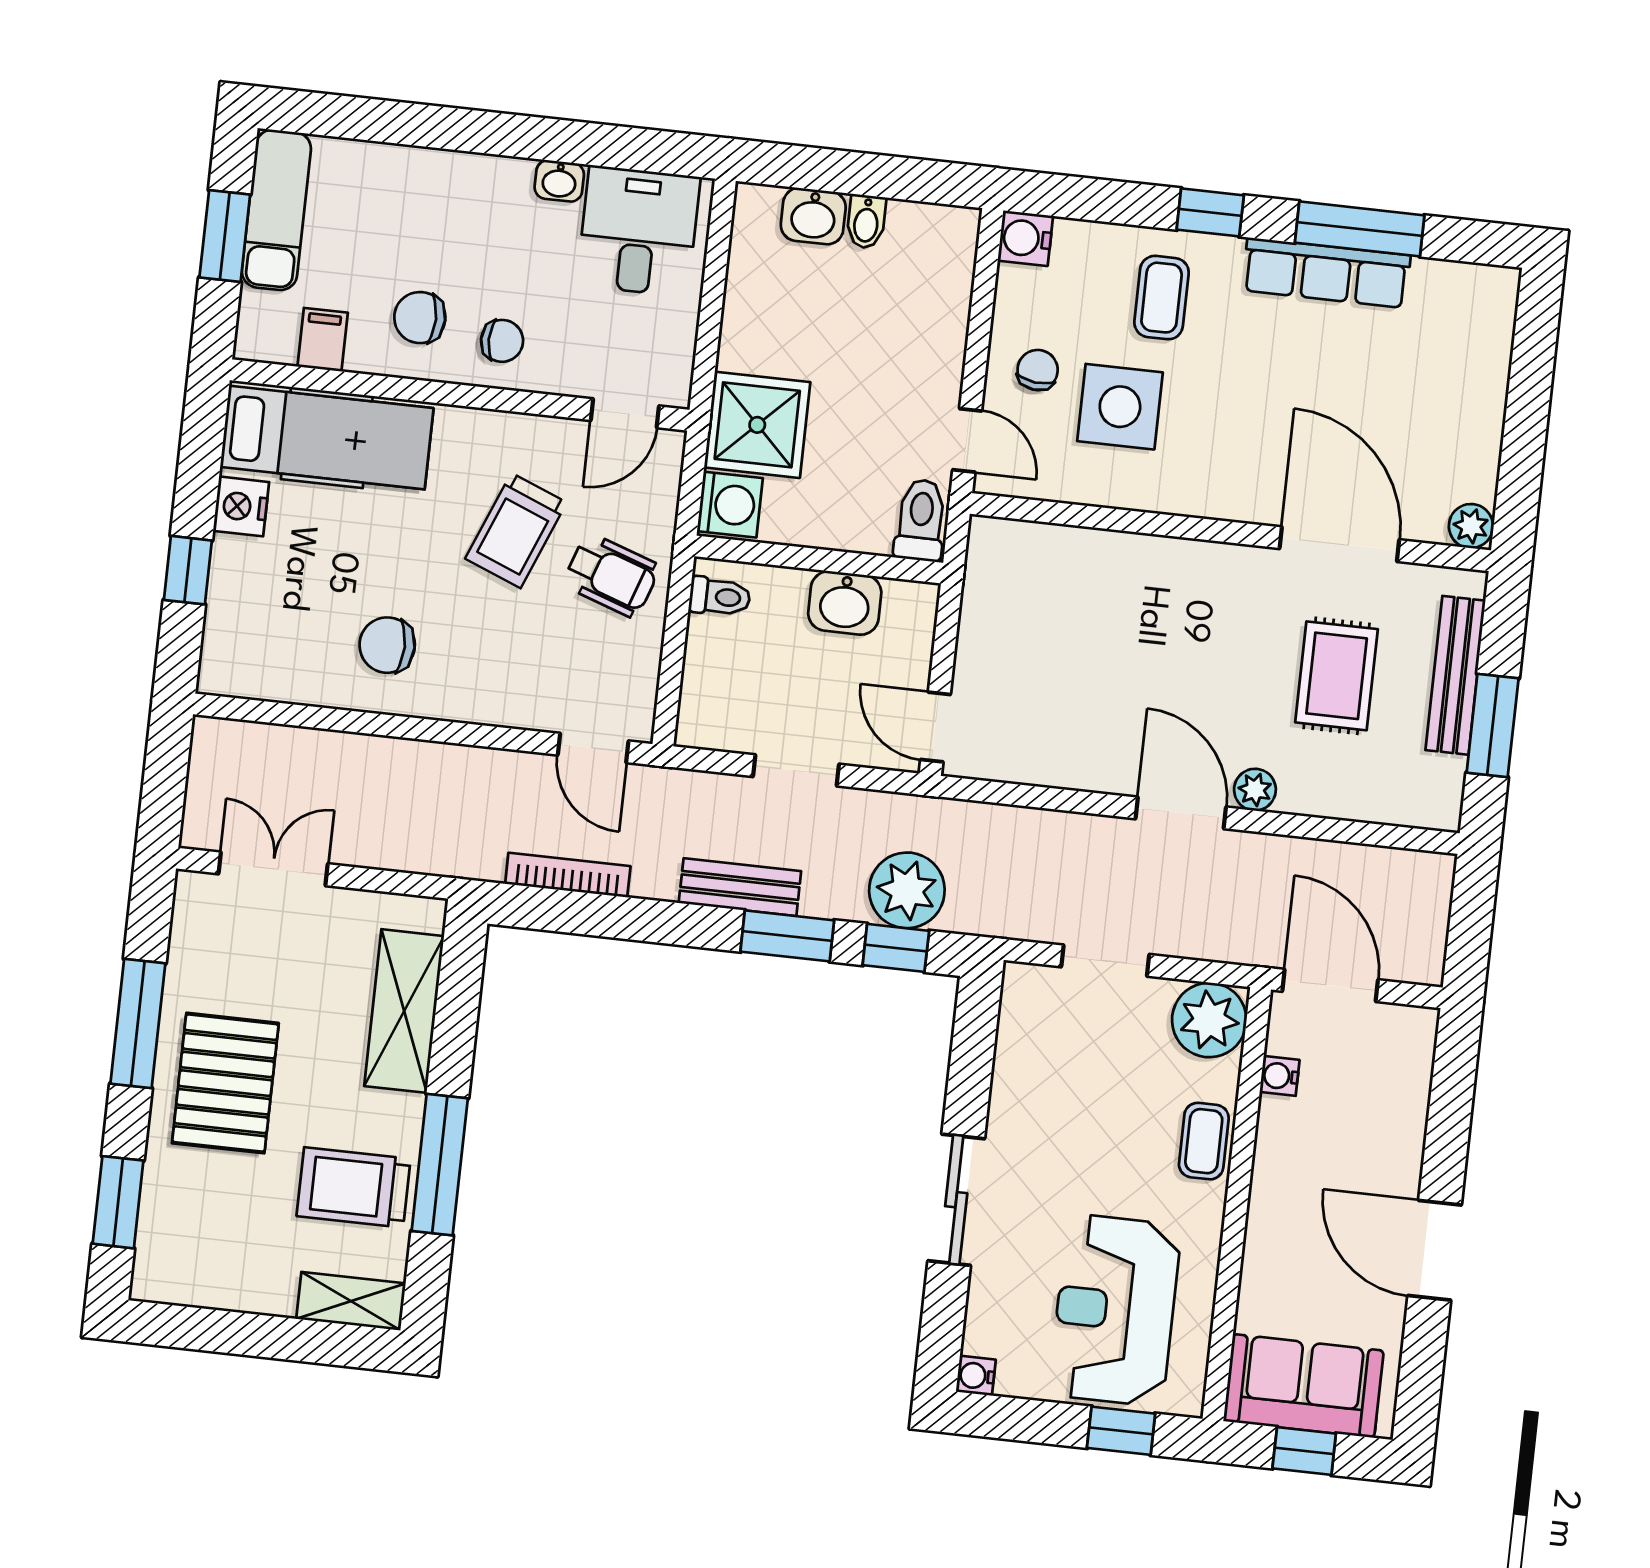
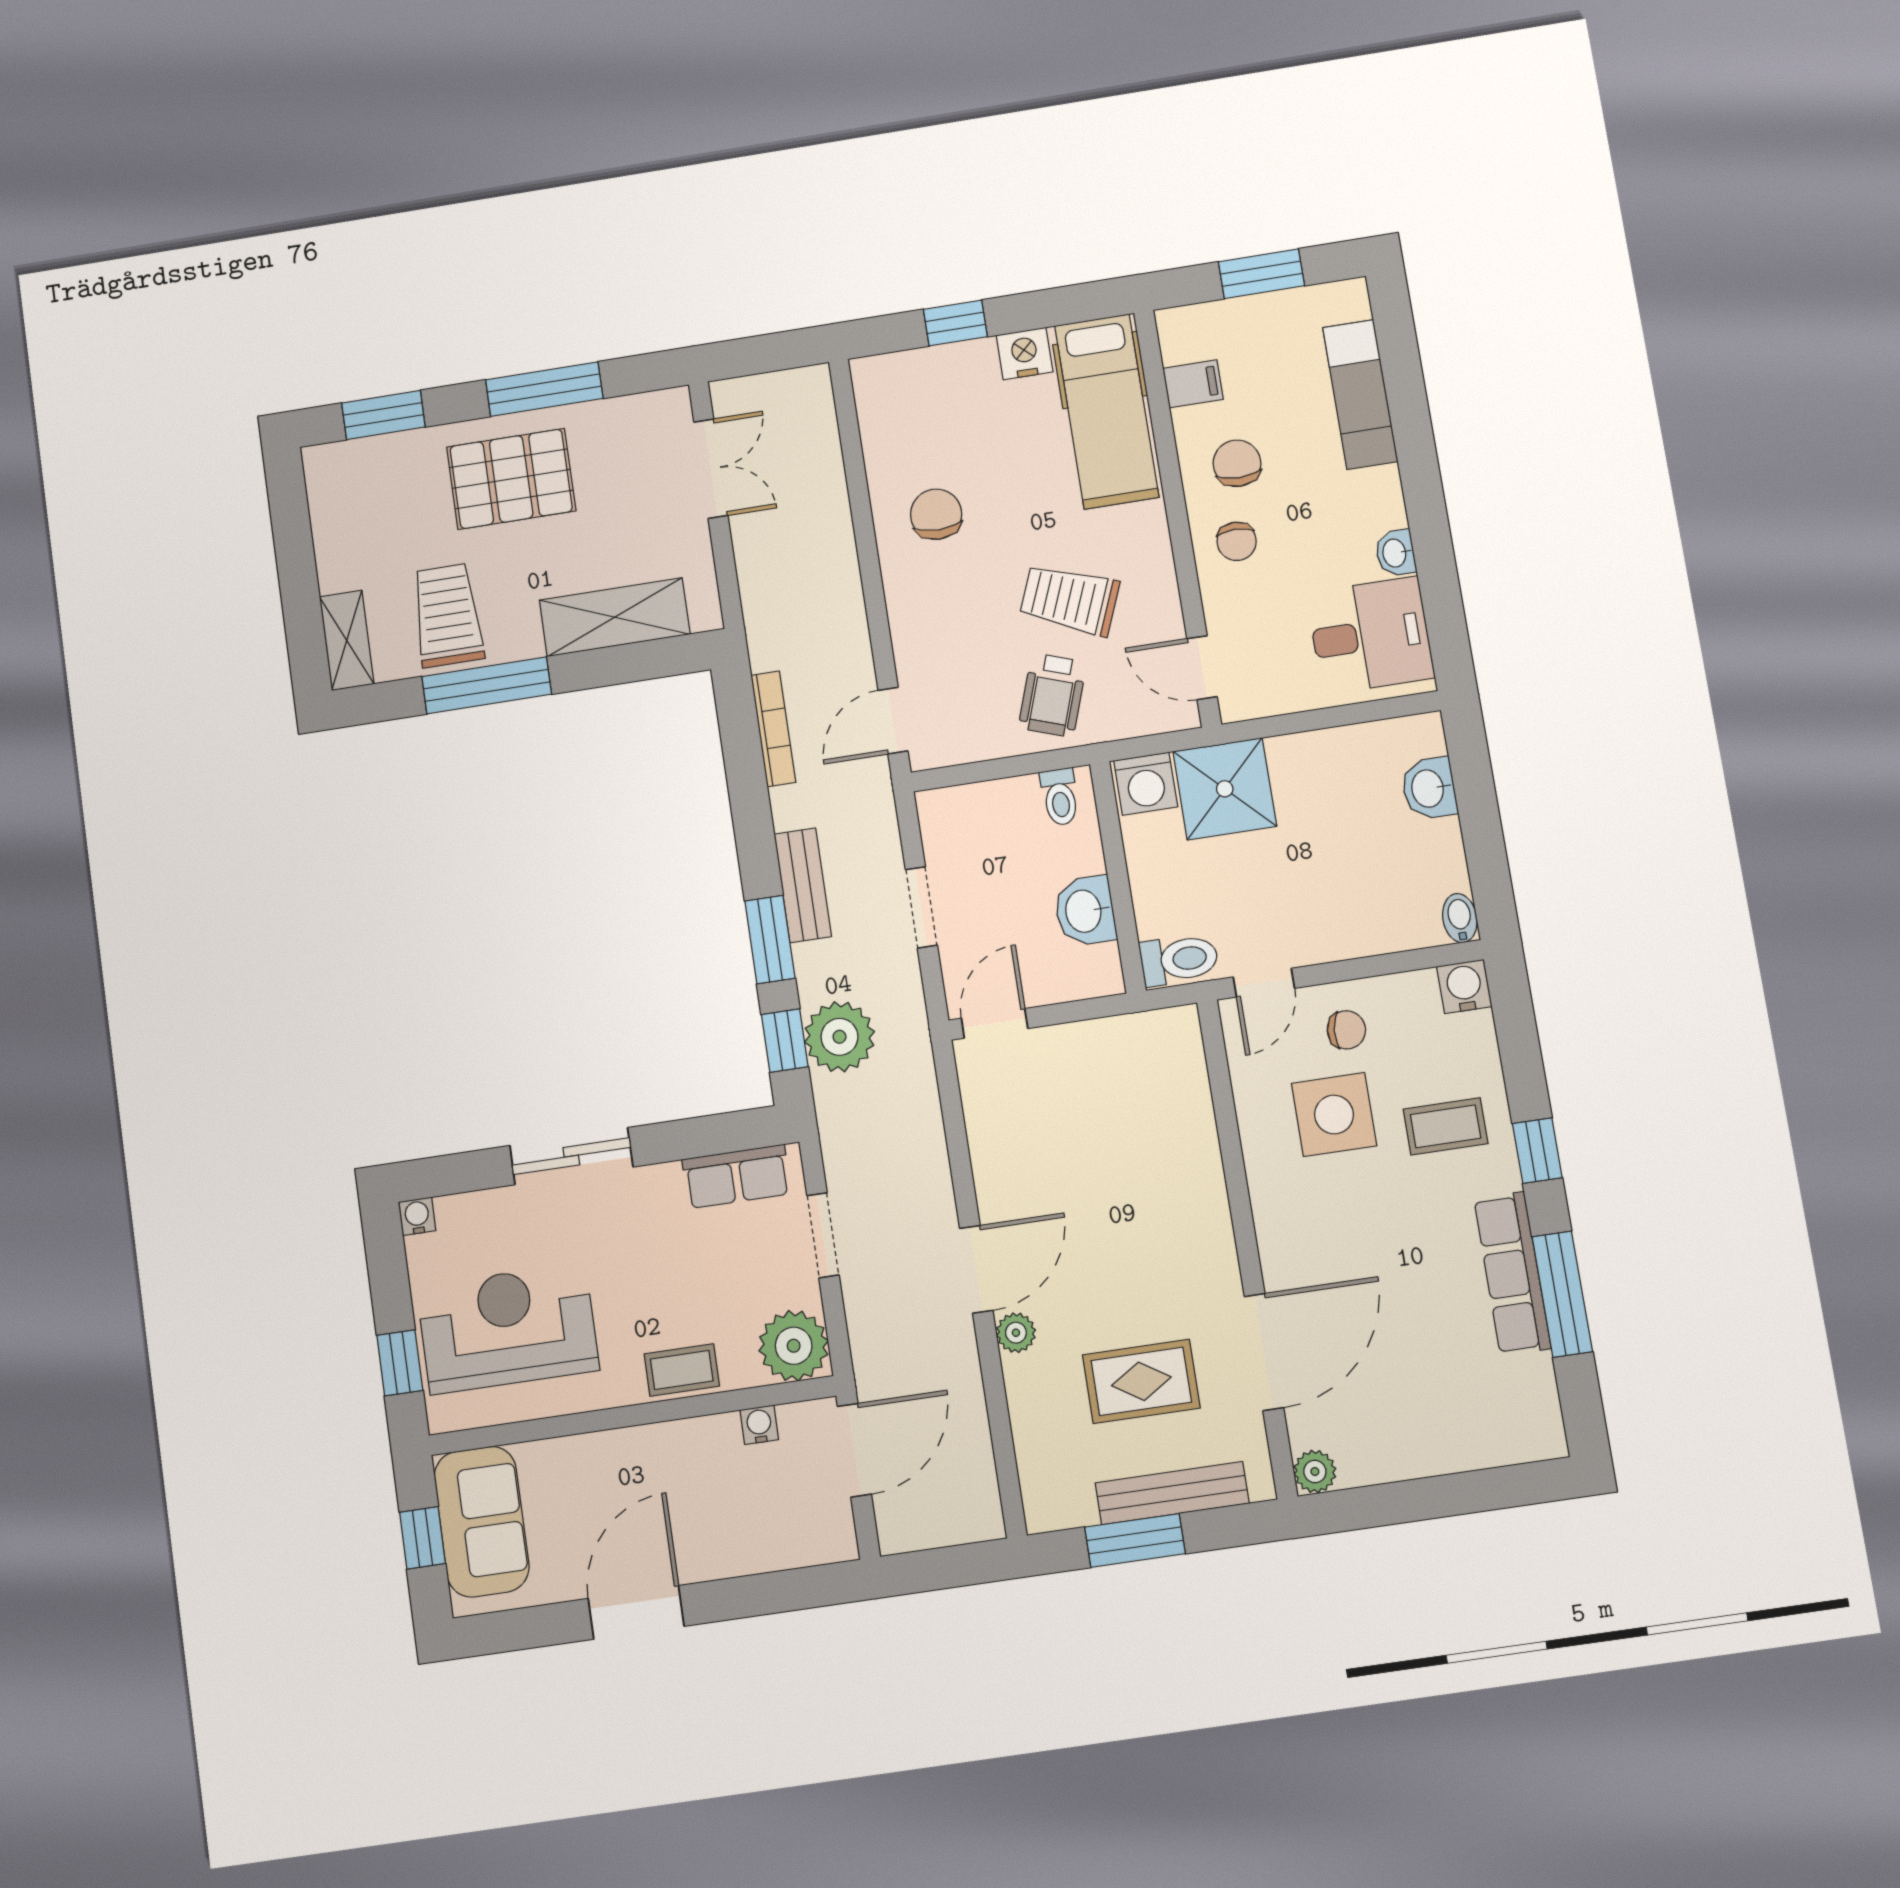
exam couch: (276, 210) -> (1360, 394), moved, turned 90
bidet: (866, 222) -> (1460, 918), moved, turned 90
row of seats: (1022, 1034) -> (736, 1176), added

